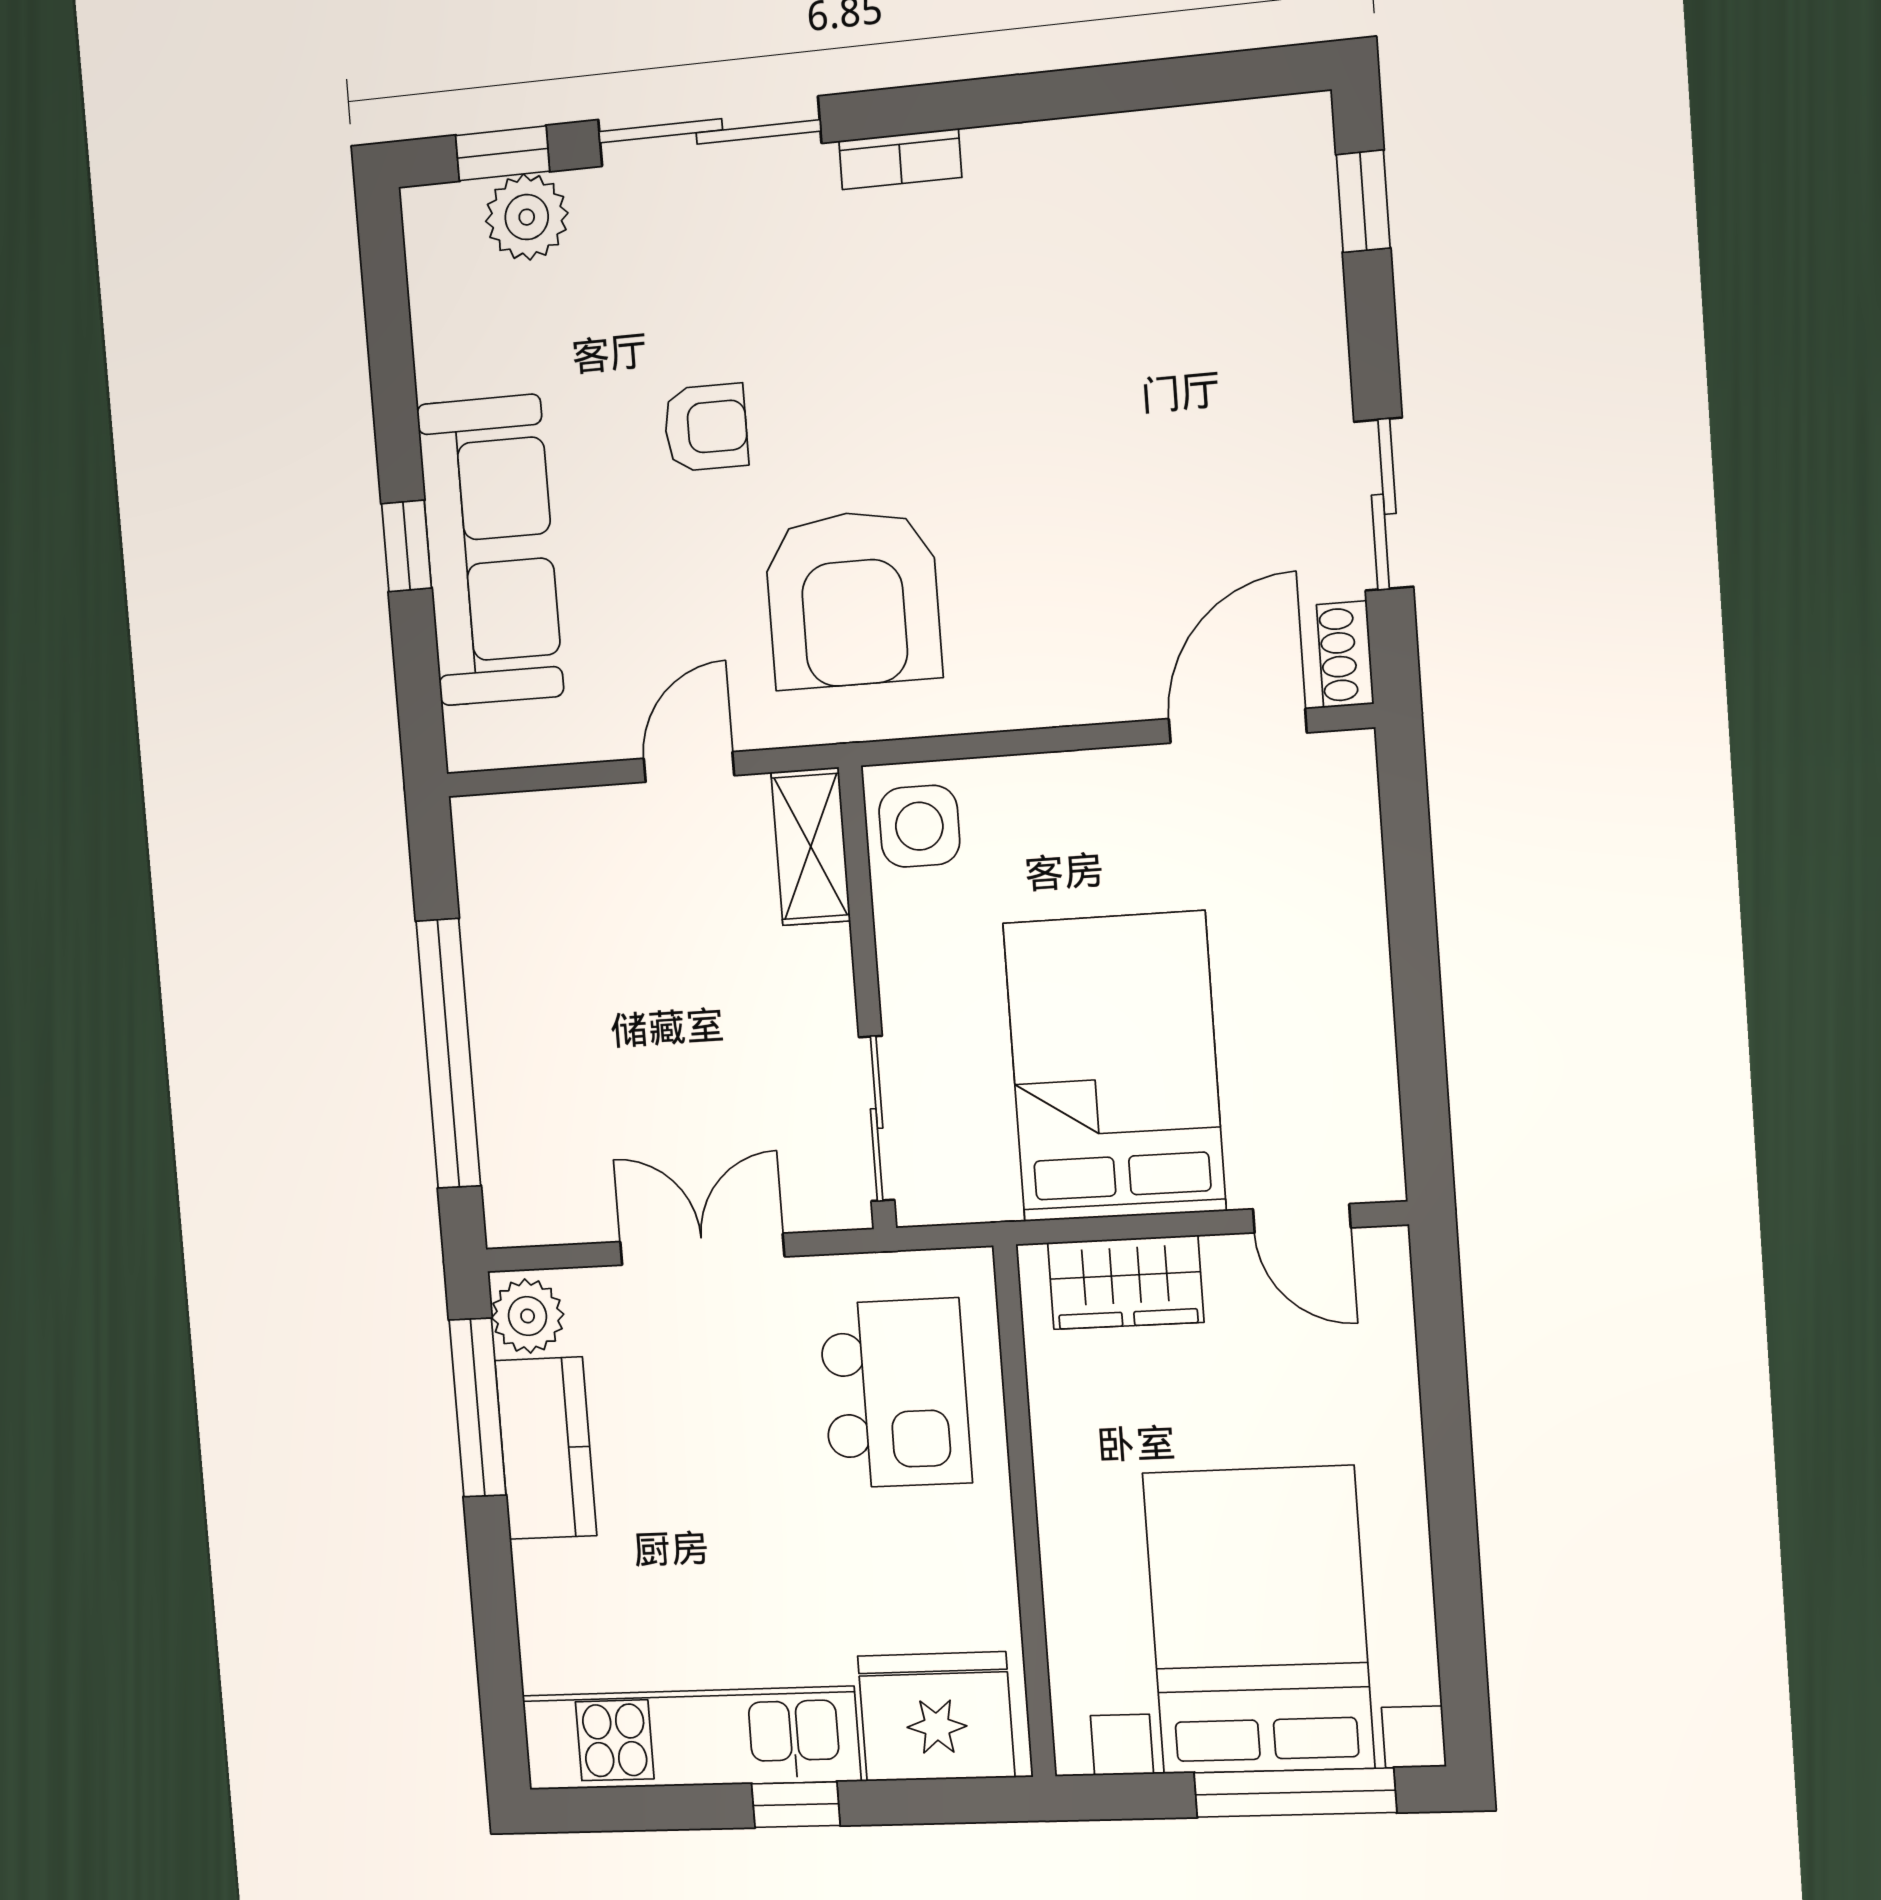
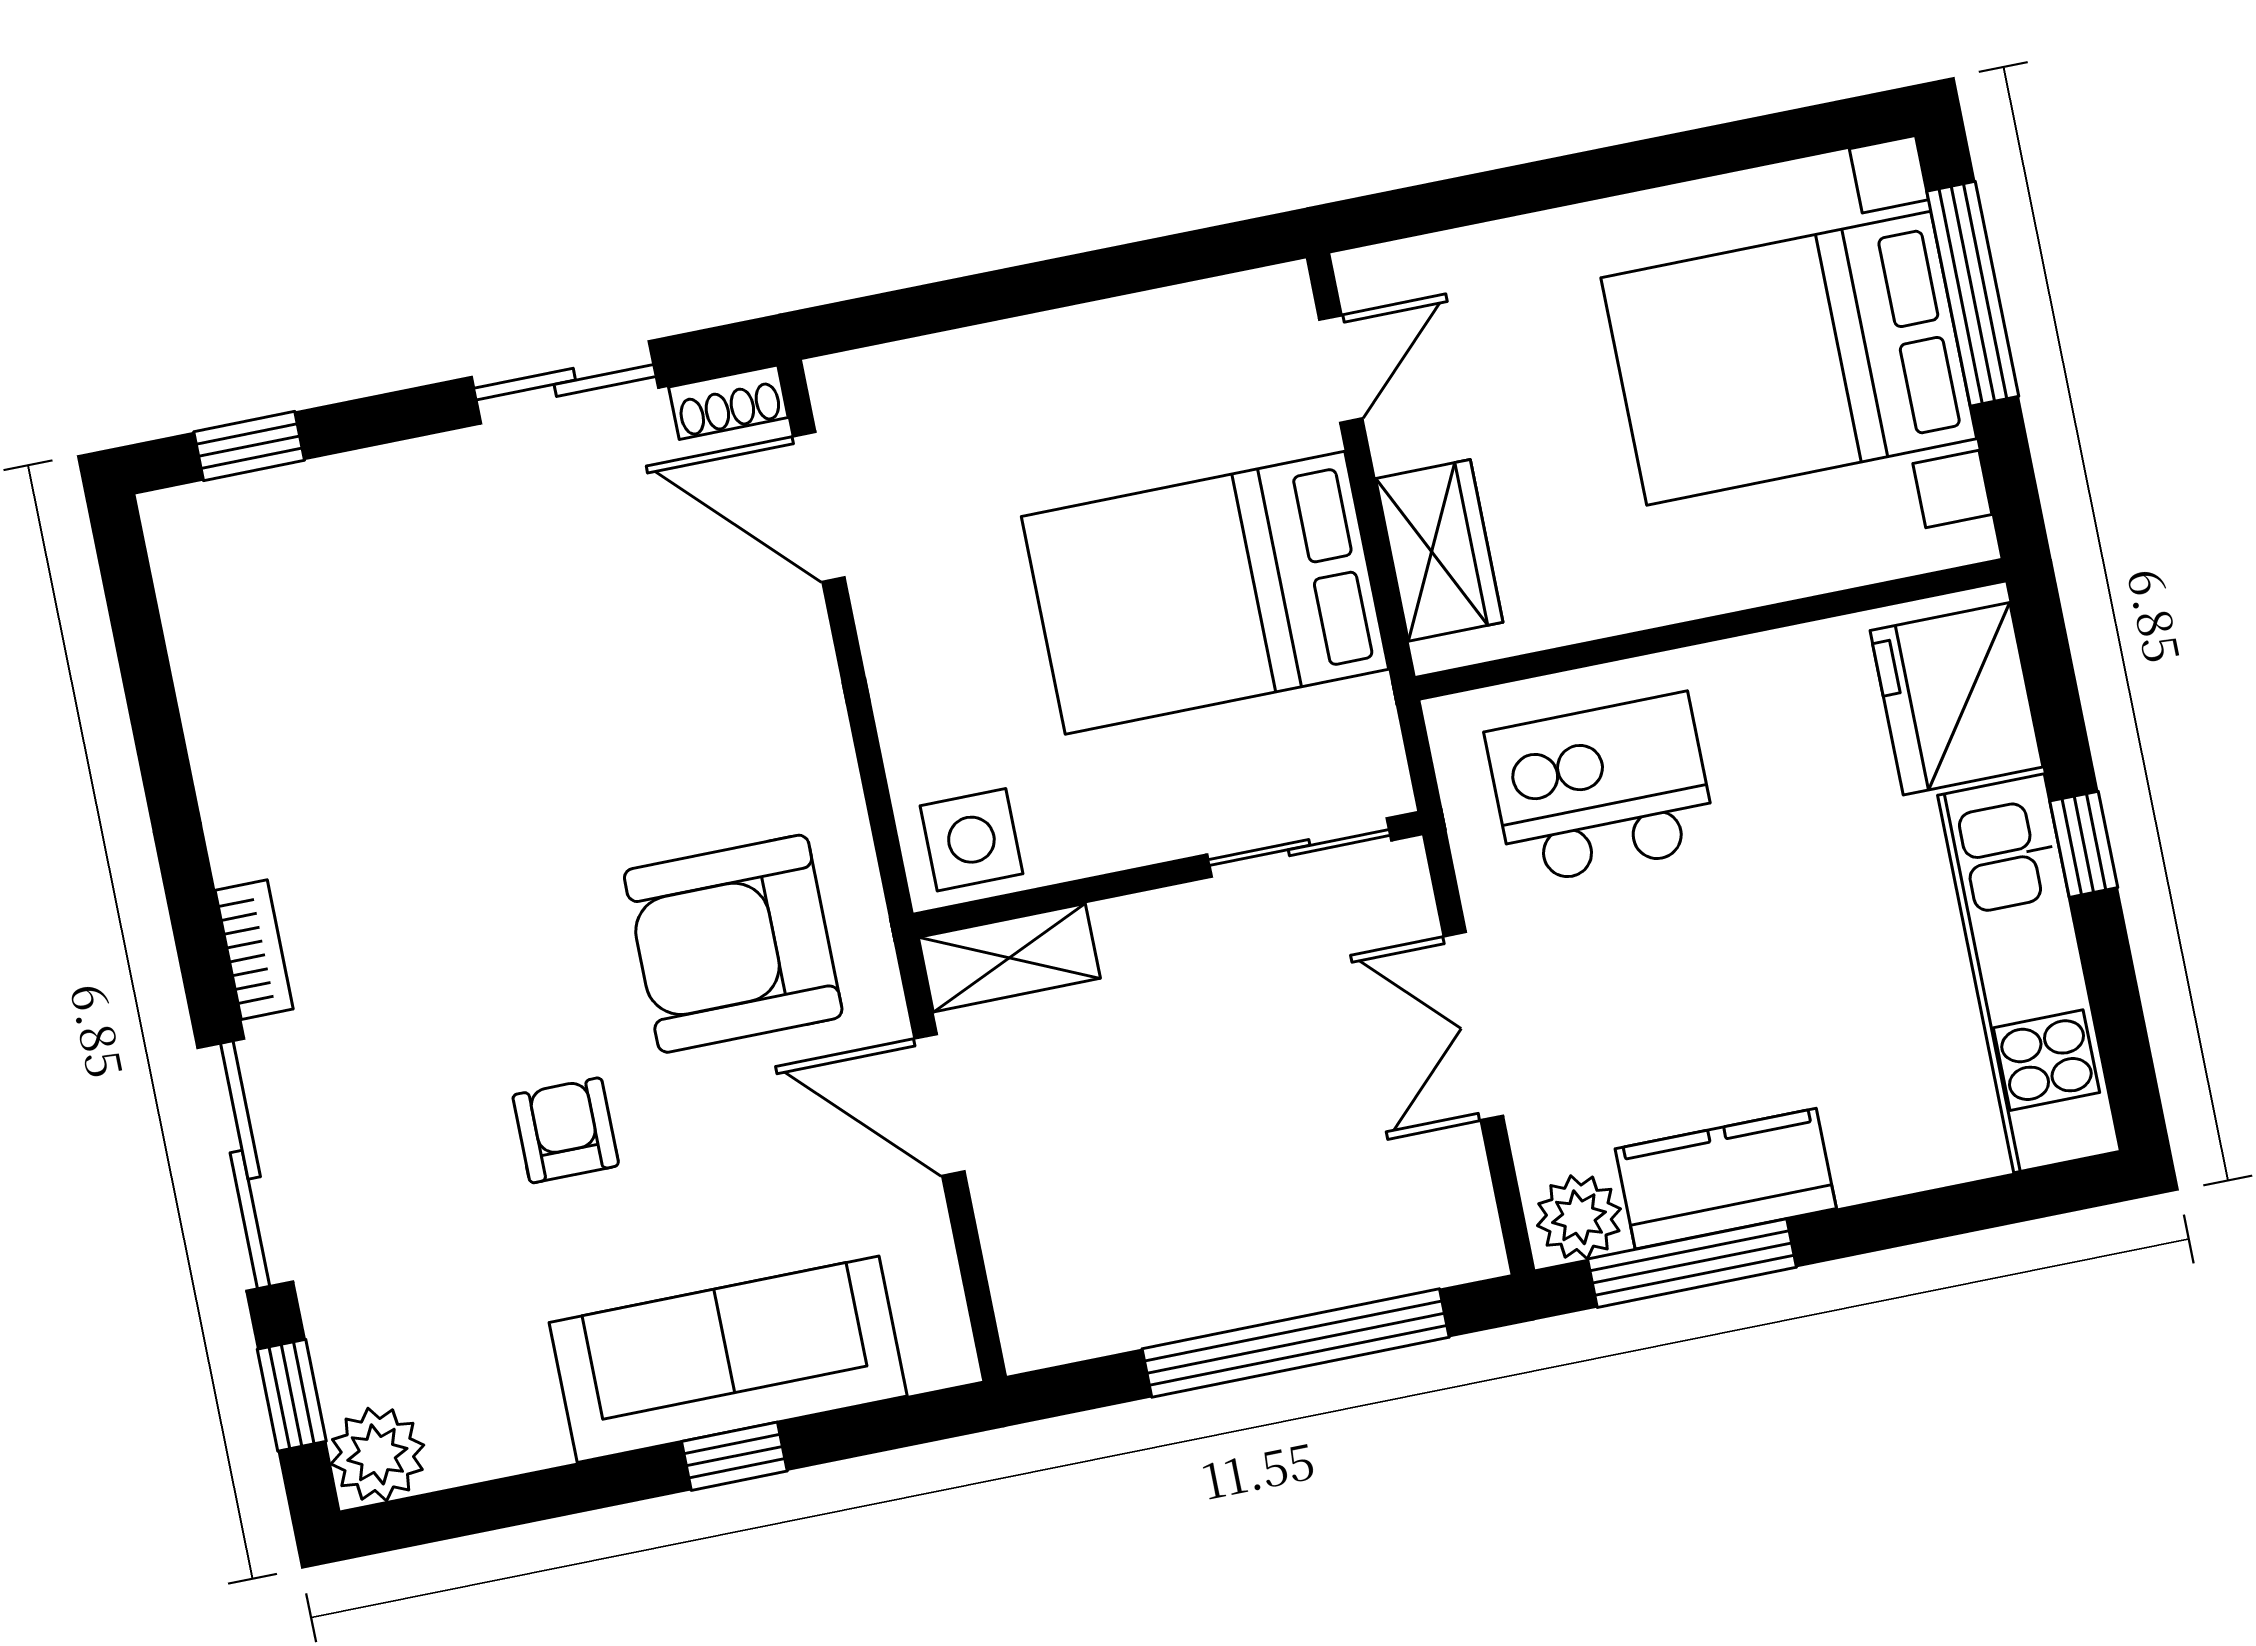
plant: (527, 217) -> (377, 1454), moved
armchair: (853, 599) -> (733, 944), turned 180
door: (689, 767) -> (939, 1105), width x1.38

